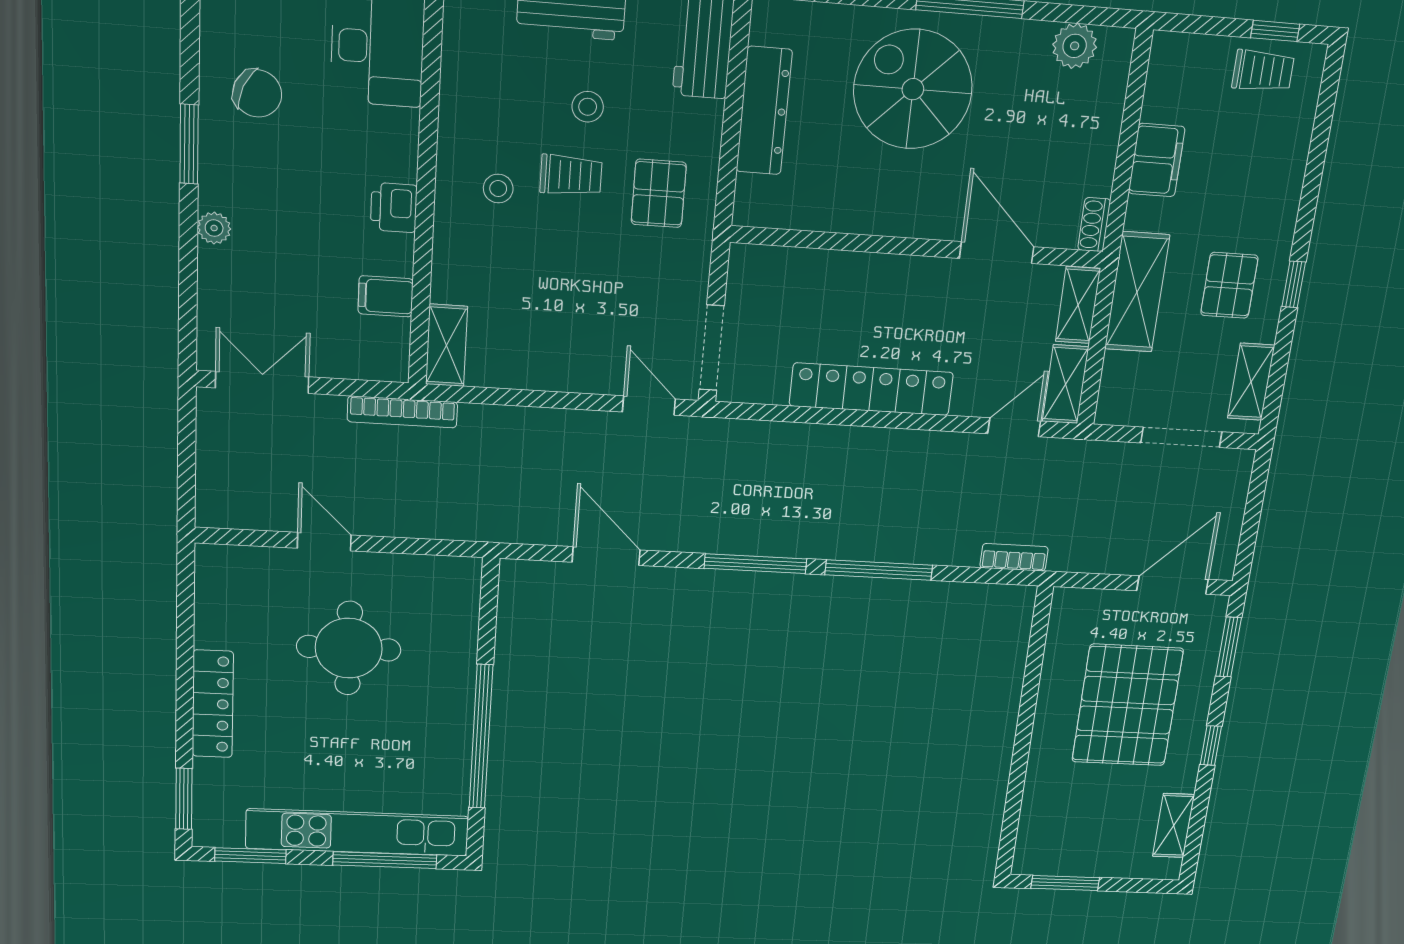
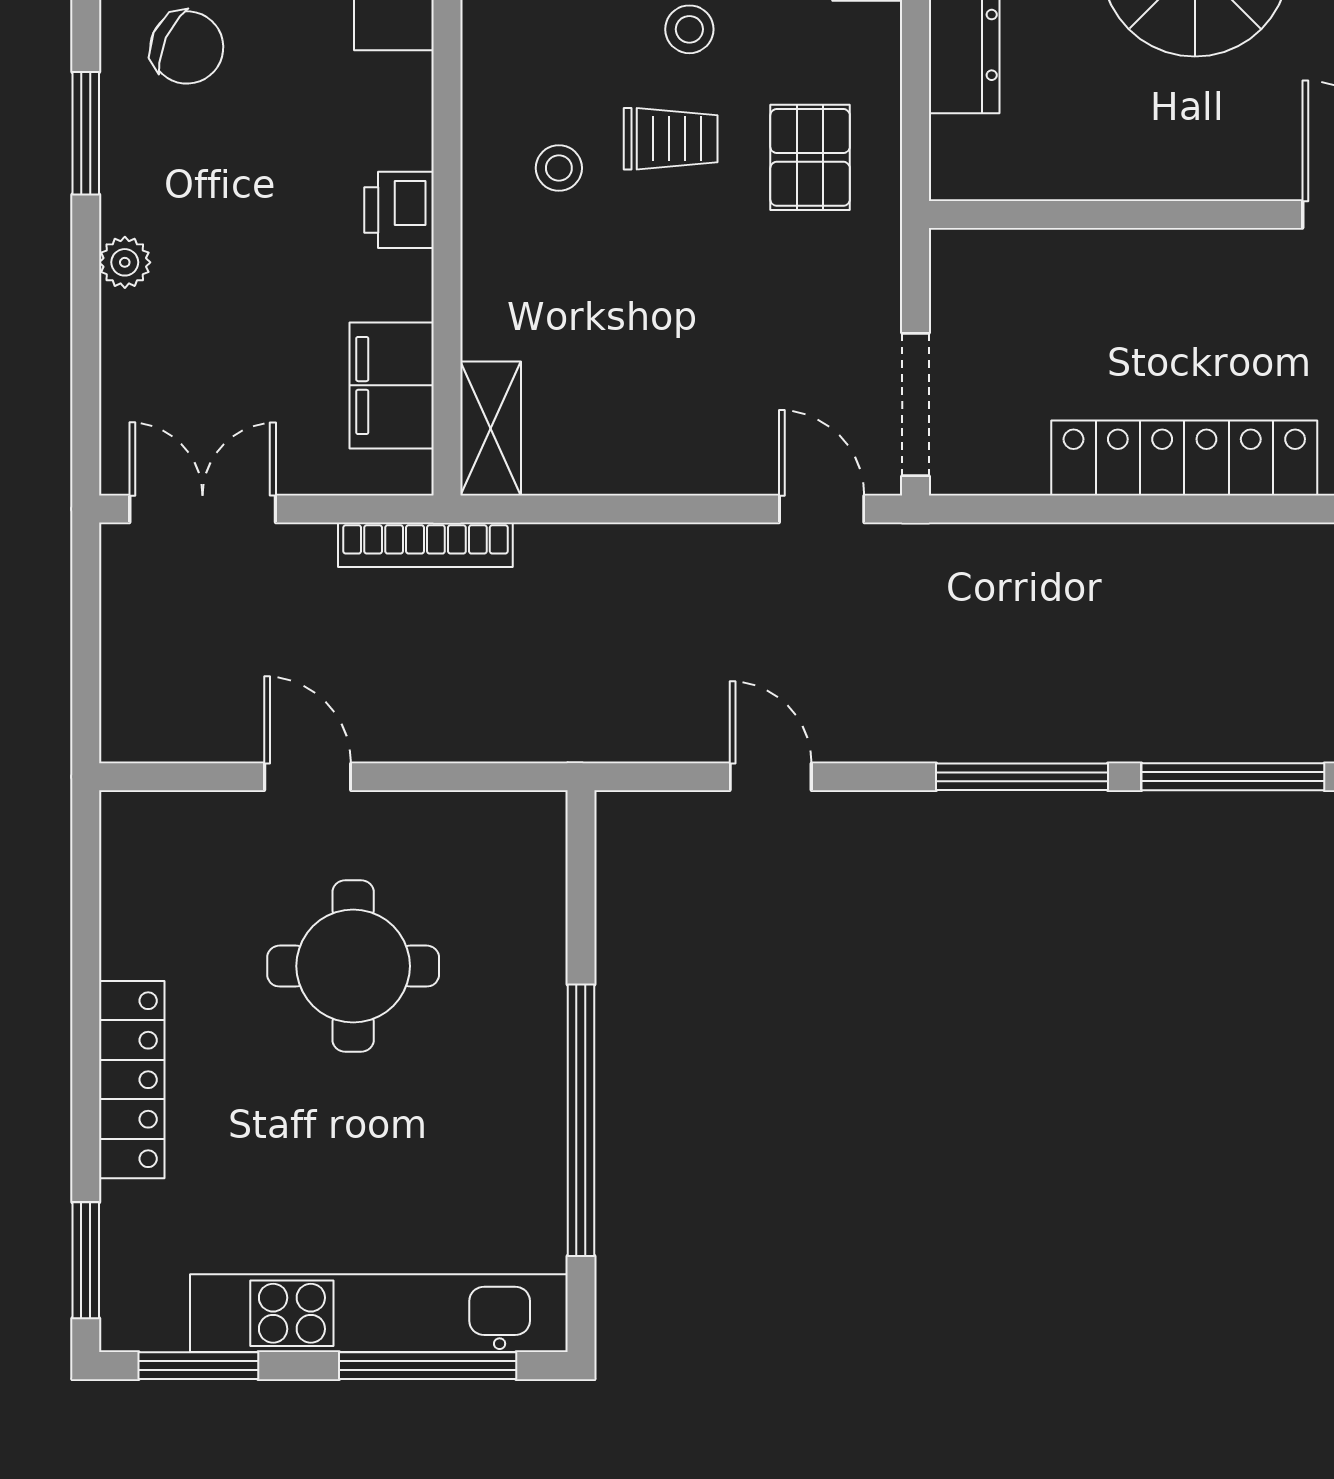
filing cabinet: (386, 296) -> (392, 385), width x2.00
door: (606, 556) -> (771, 777), width x0.73

